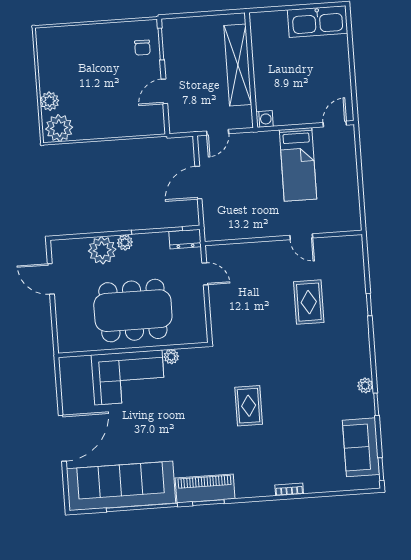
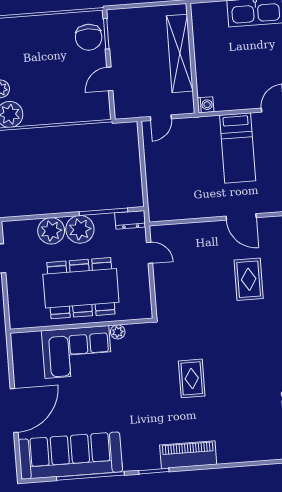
chair: (142, 48) -> (89, 37), width x1.87, depth x1.87
door: (198, 183) -> (143, 166), removed
door: (301, 237) -> (241, 217), width x1.38
plant: (125, 242) -> (80, 229), width x1.87, depth x1.87
piano: (205, 488) -> (188, 455), moved
bookcase: (289, 489) -> (231, 458), removed

